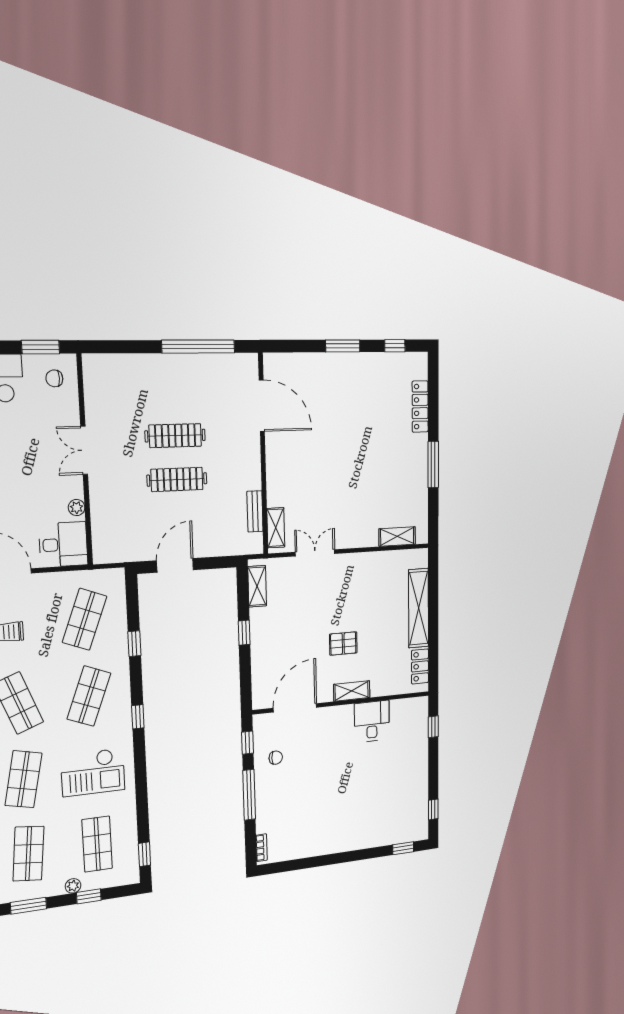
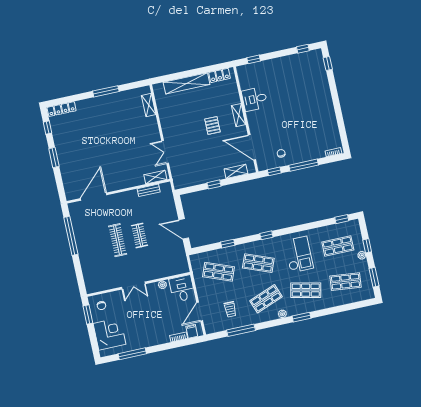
locker: (420, 407) -> (62, 109), moved
clothes rail: (177, 479) -> (139, 235), width x0.73
shelving: (257, 586) -> (236, 171), moved

